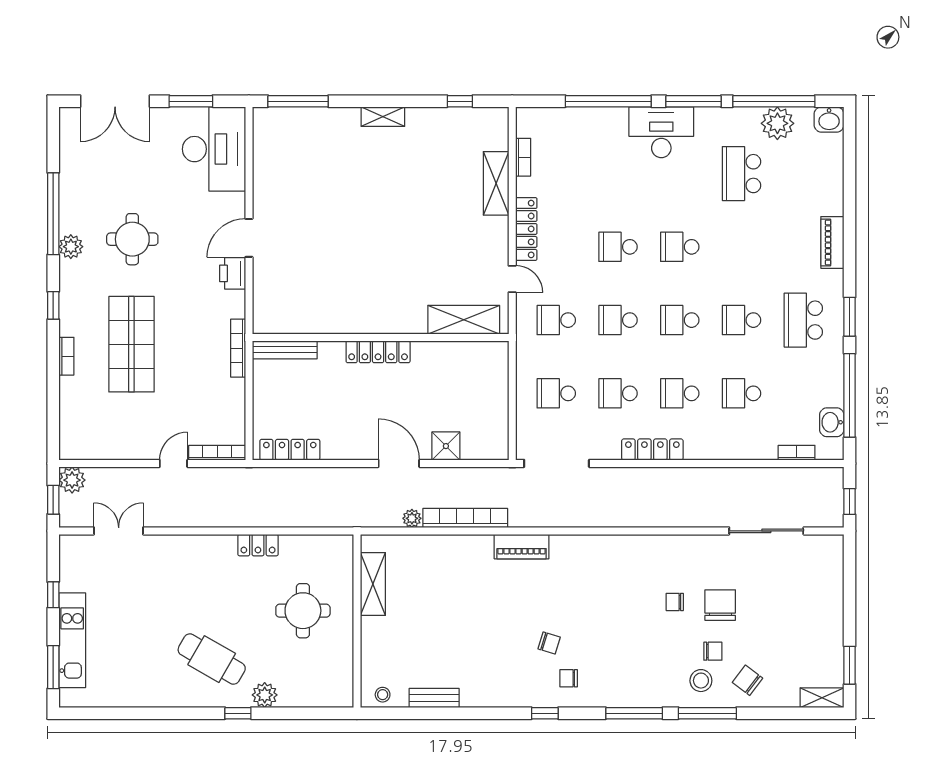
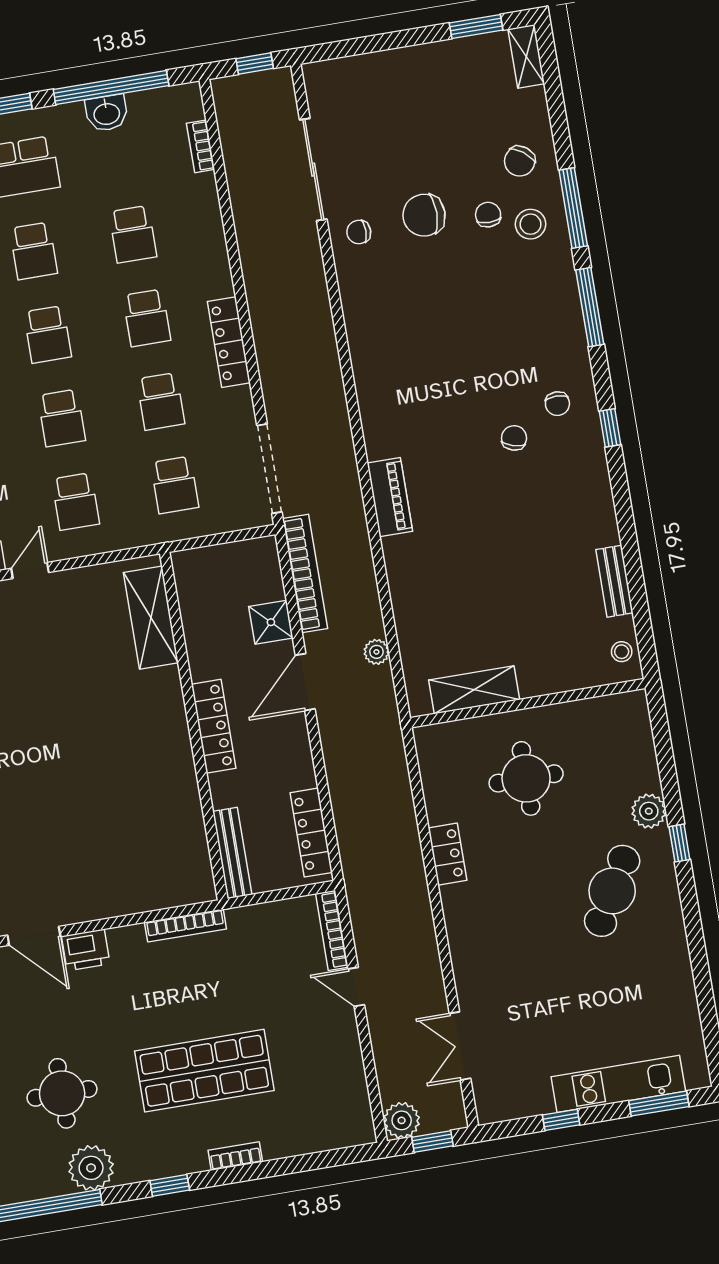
plant: (71, 247) -> (91, 1168), width x1.36, depth x1.36
shelving: (464, 320) -> (151, 618), moved
wall: (381, 337) -> (194, 726), moved
bench: (285, 350) -> (232, 853), moved
locker: (378, 352) -> (214, 726), moved
washbasin: (832, 422) -> (107, 113), moved
bookcase: (465, 518) -> (305, 573), moved, turned 180
chair: (675, 602) -> (359, 232), moved, turned 90

